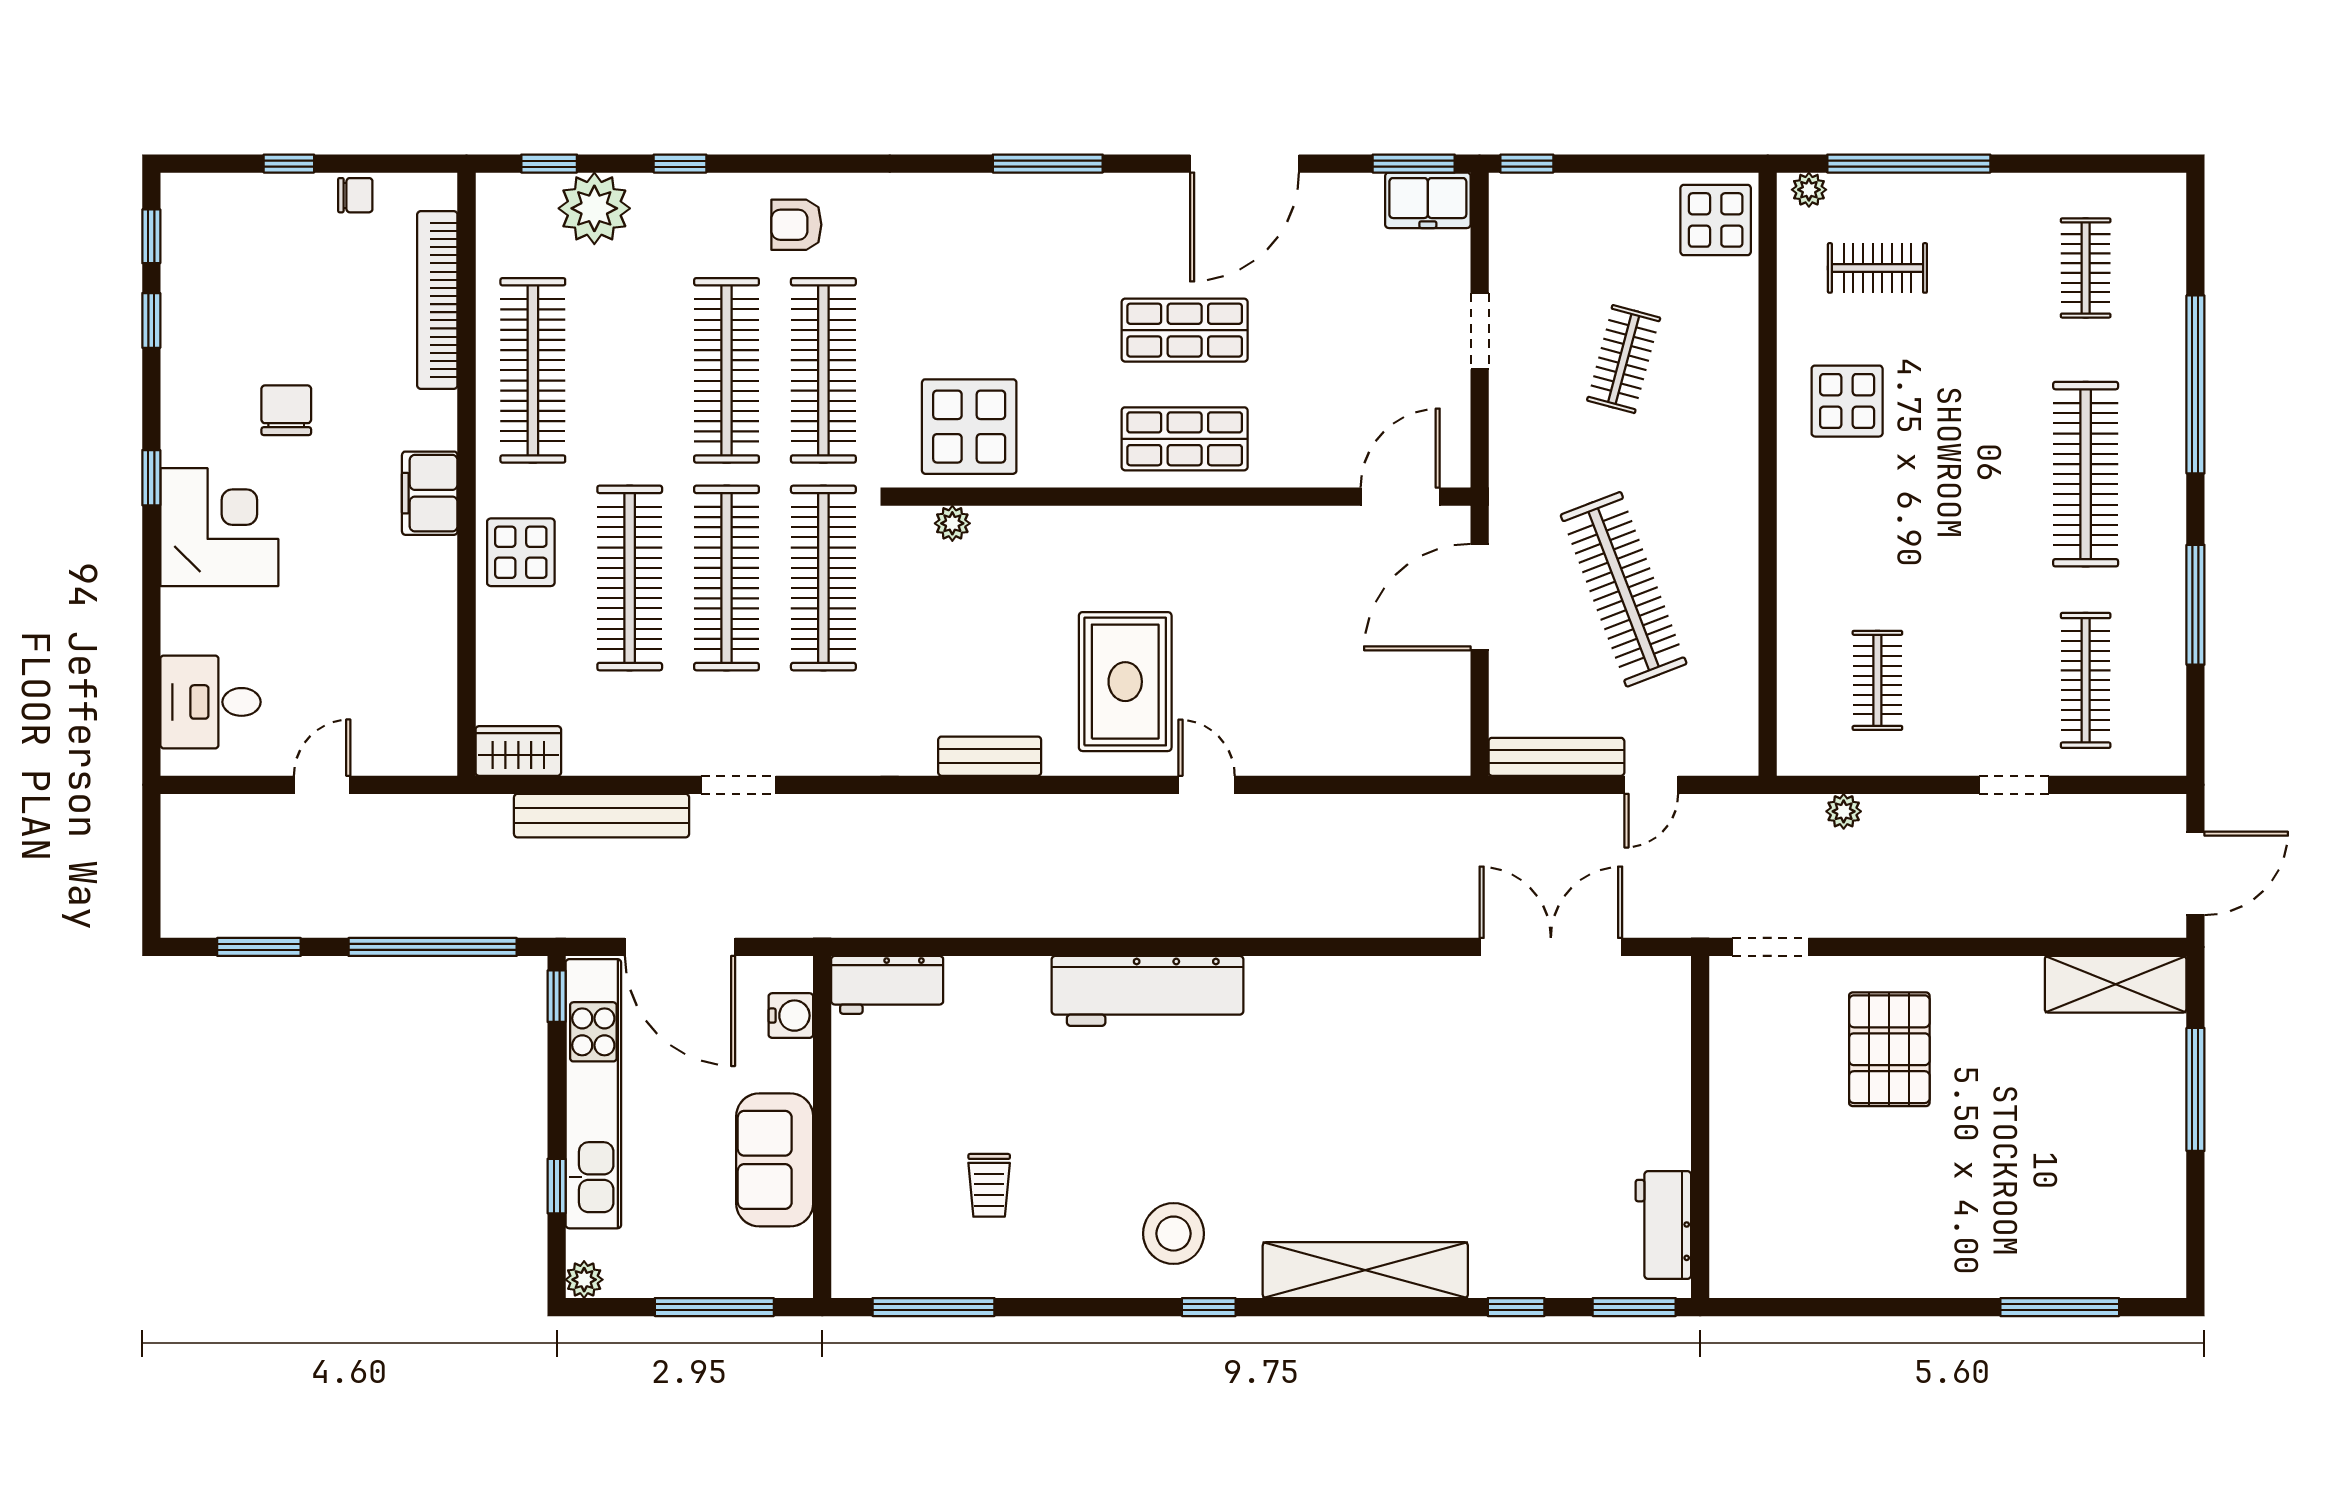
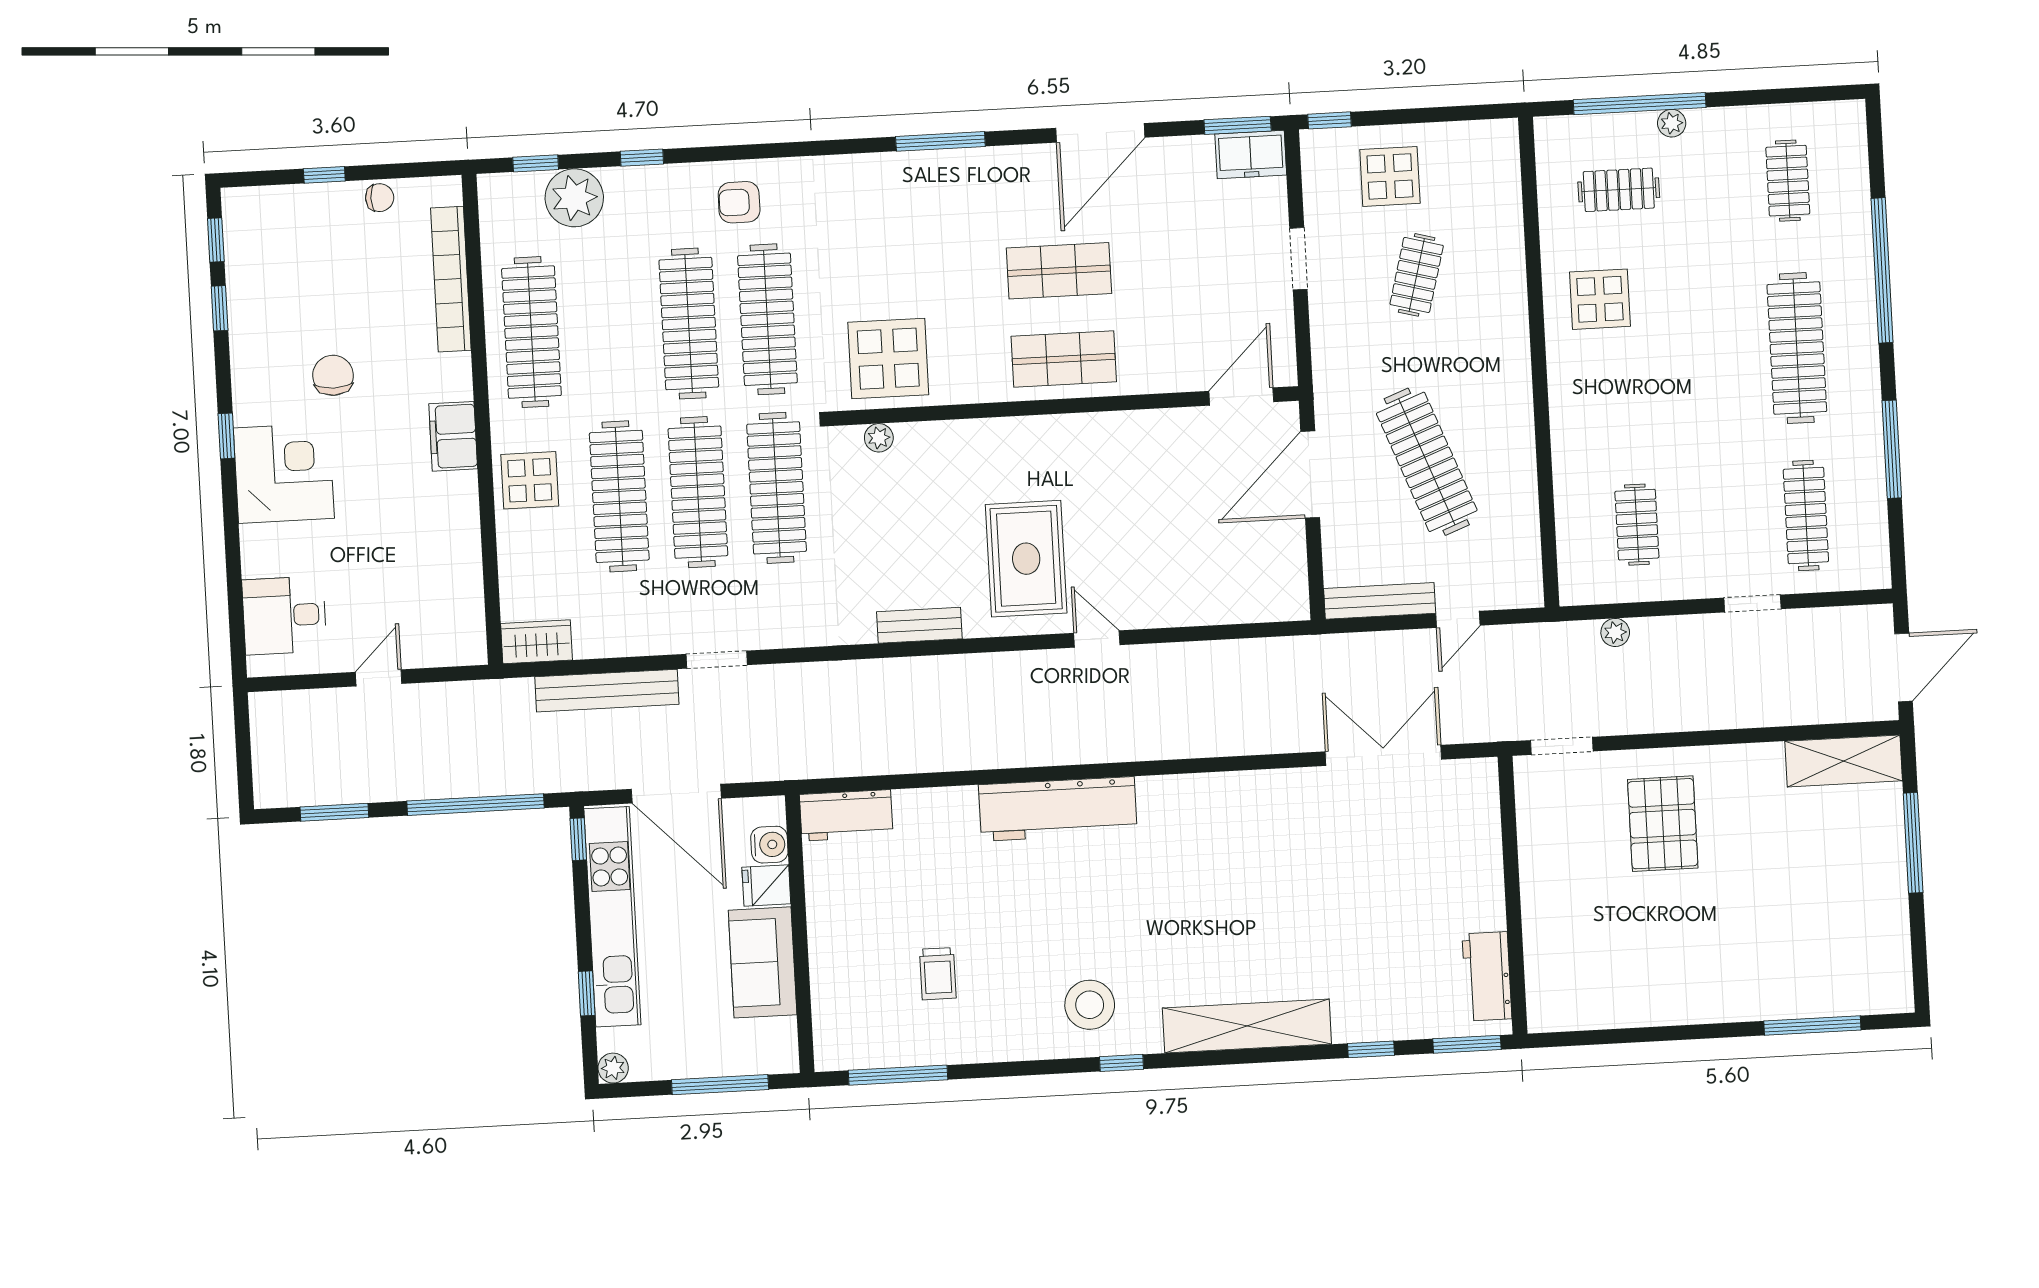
plant: (1809, 190) -> (1672, 123), moved
display table: (1716, 220) -> (1390, 176), moved
fridge: (784, 1066) -> (766, 885), added

